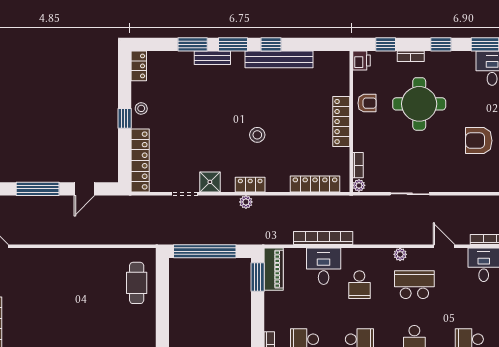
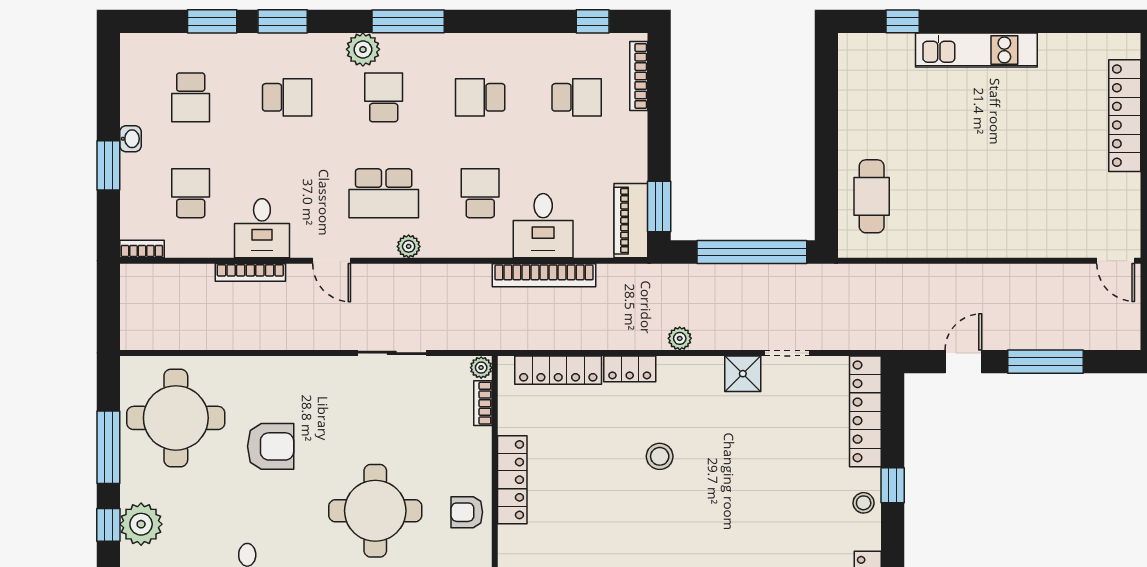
locker: (250, 185) -> (630, 369), moved

